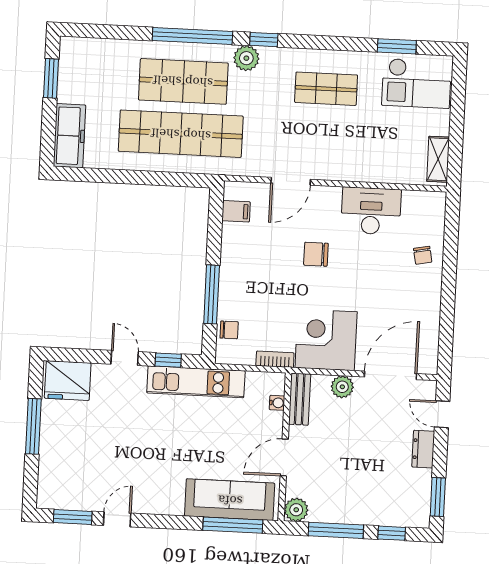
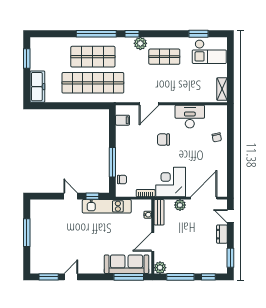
plant: (246, 58) -> (140, 43), moved
fridge: (68, 381) -> (43, 209), removed

